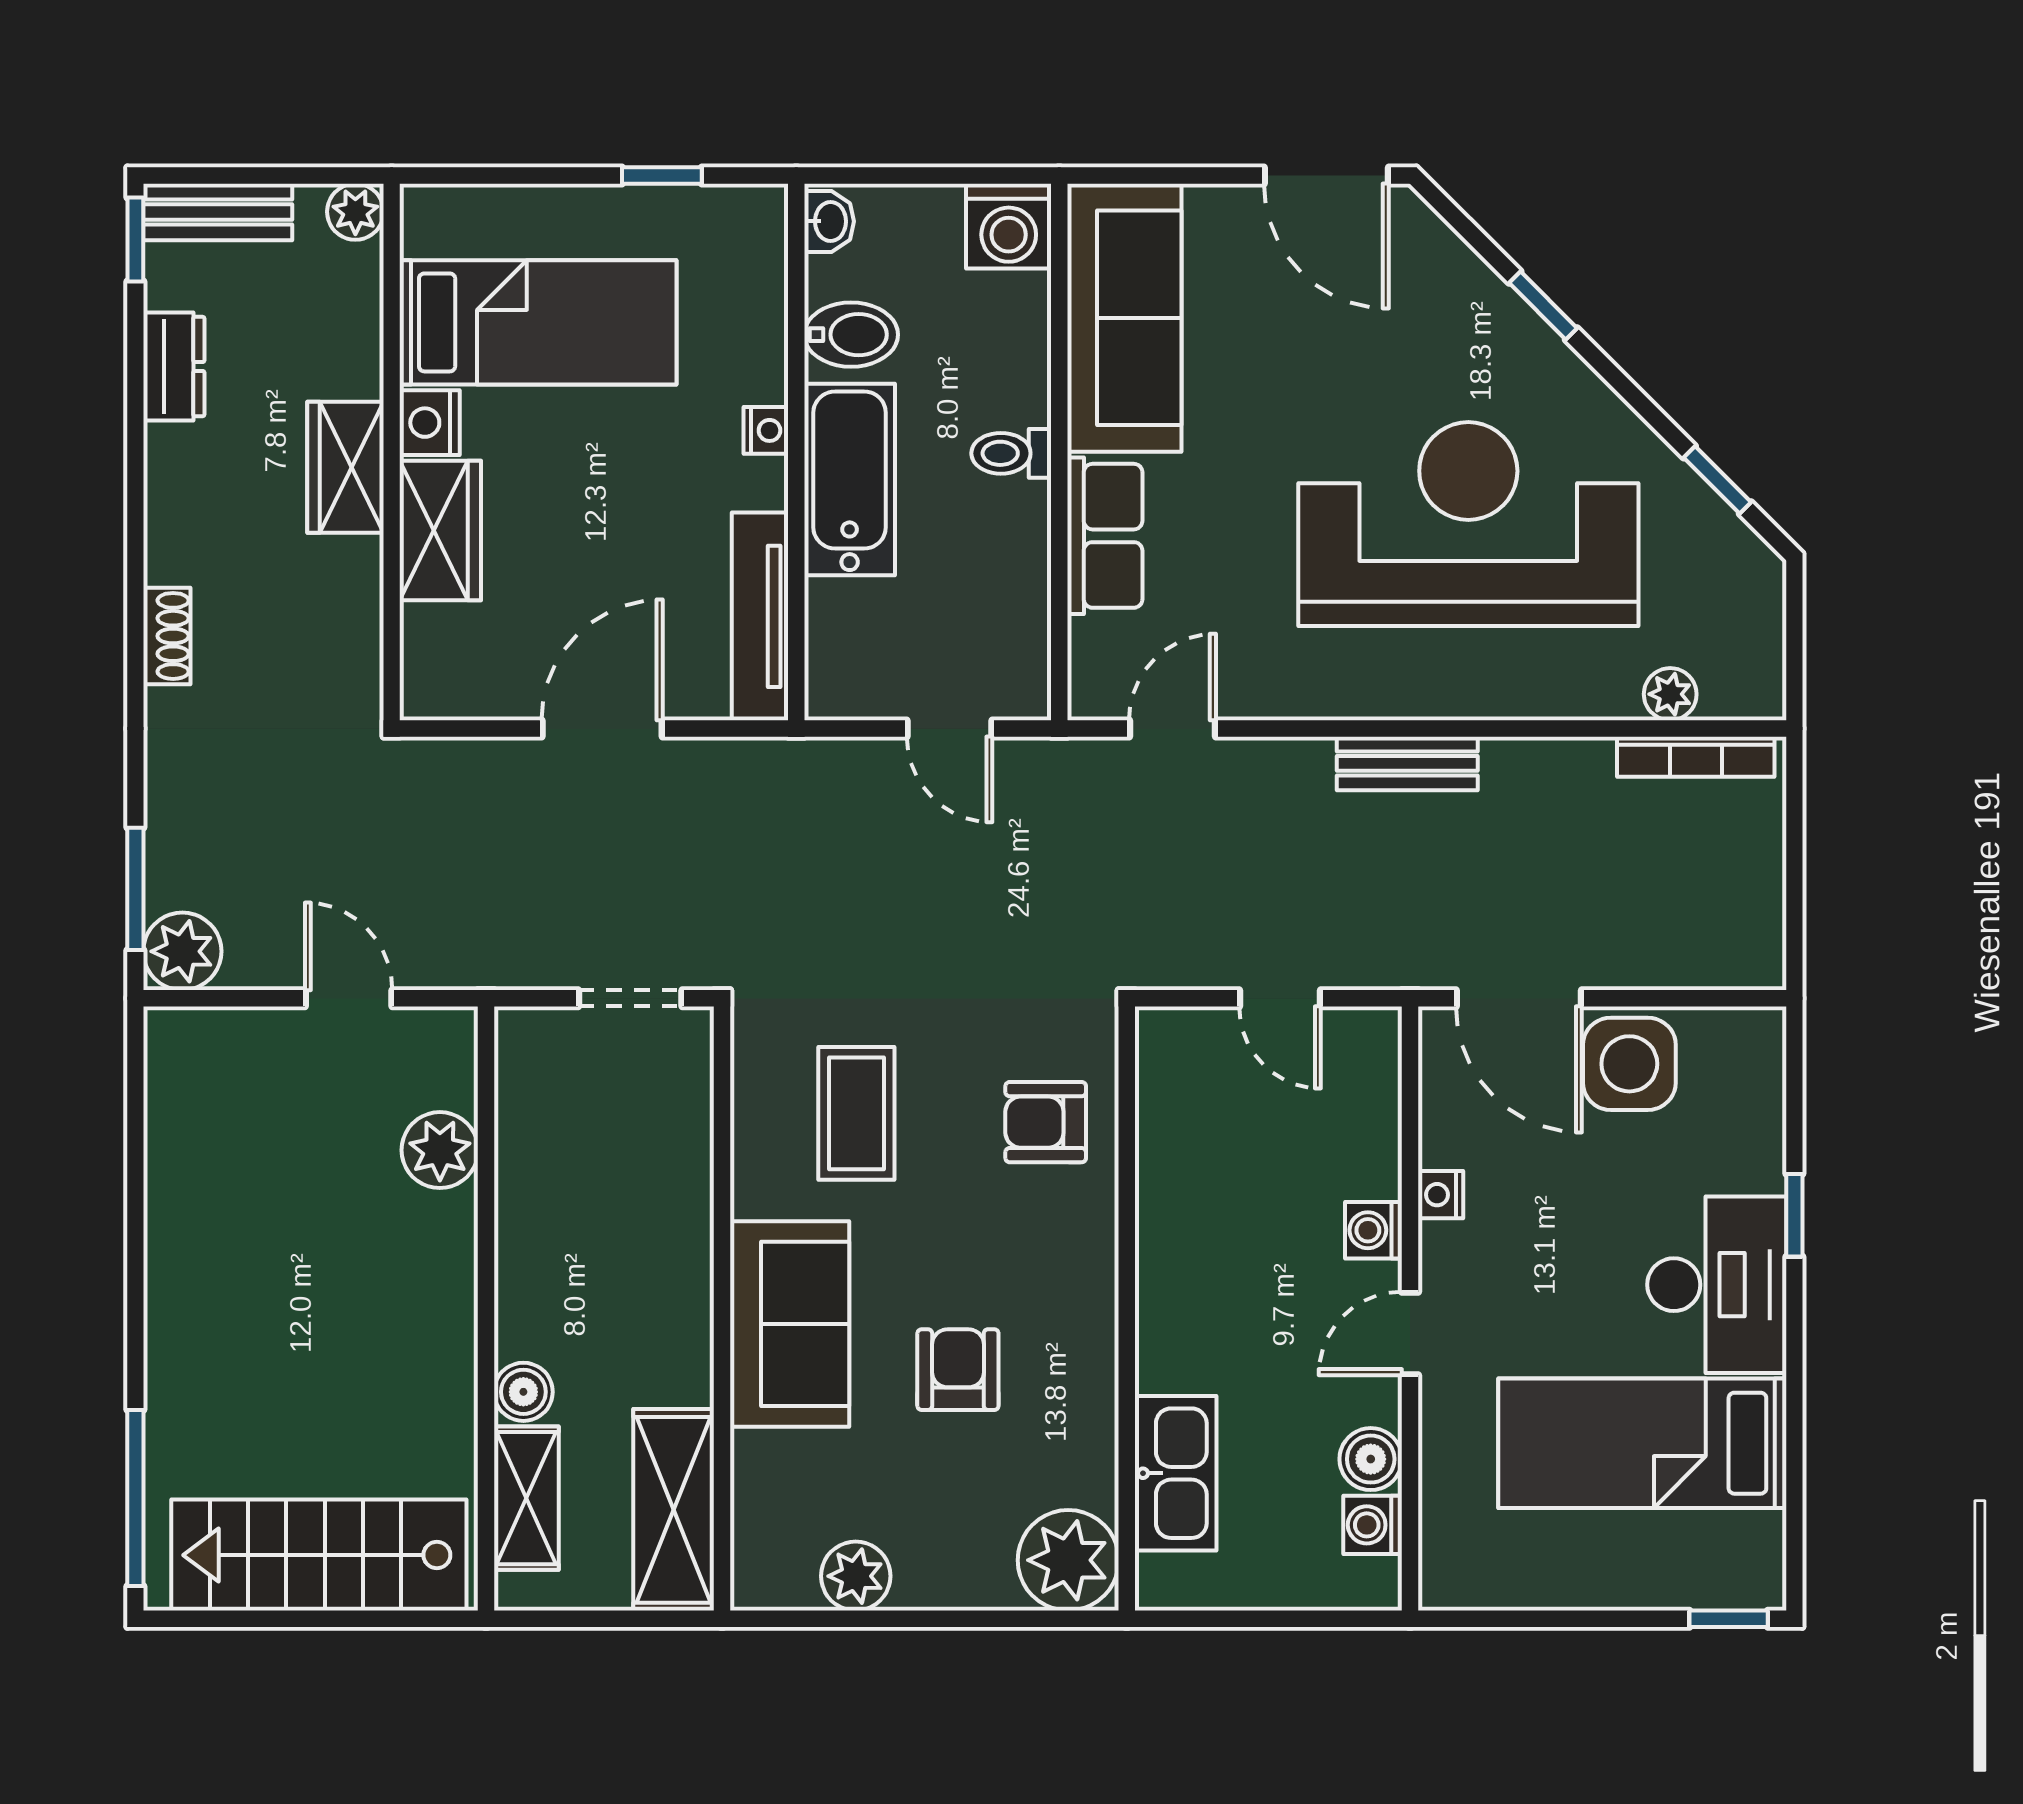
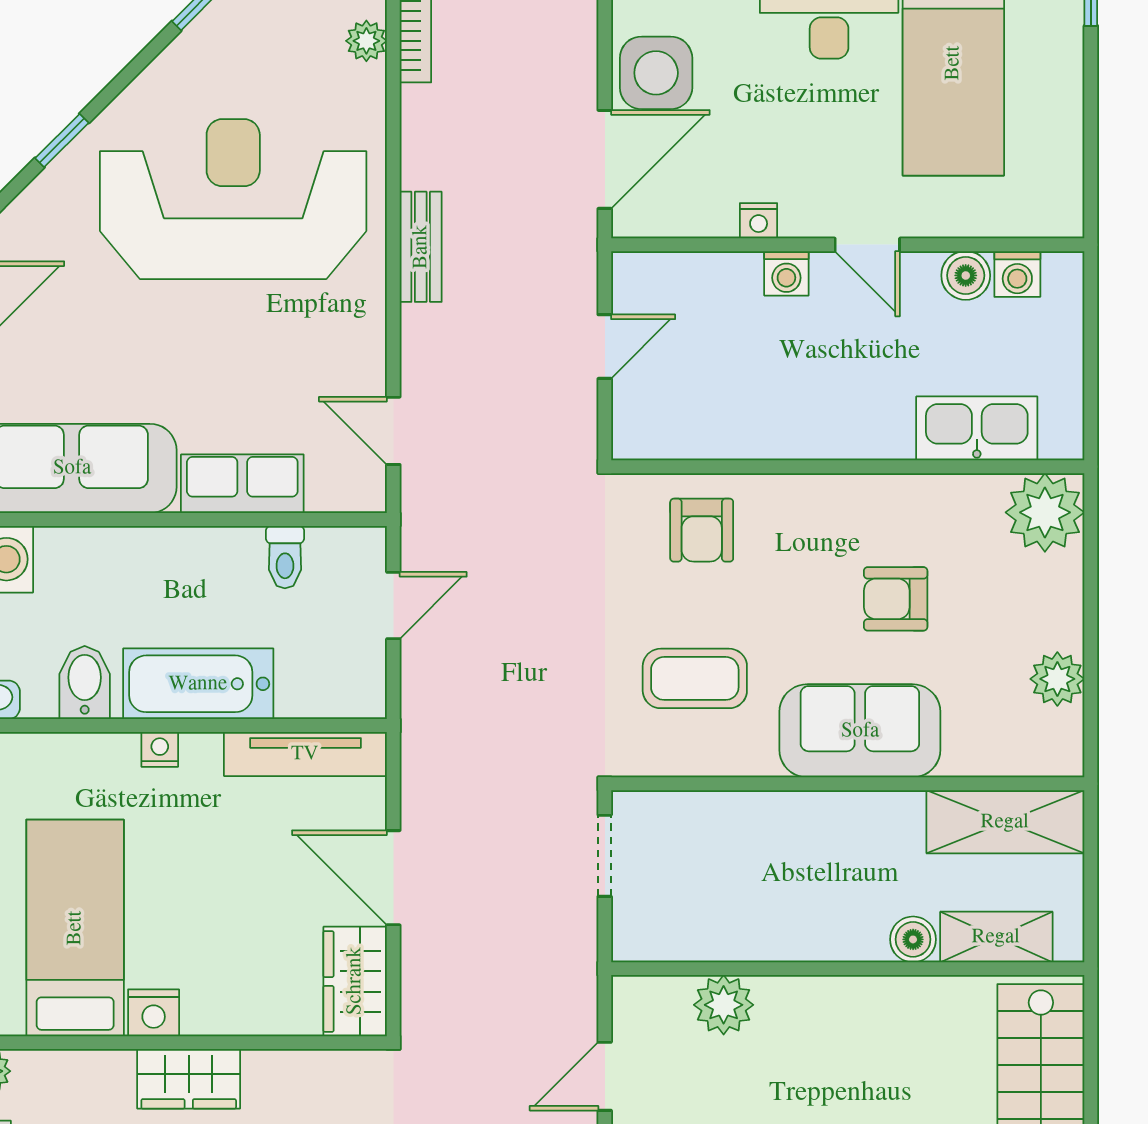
toilet: (1011, 453) -> (285, 557), moved
reception desk: (1468, 524) -> (233, 199), turned 90
wardrobe: (440, 530) -> (355, 981), moved, turned -90

